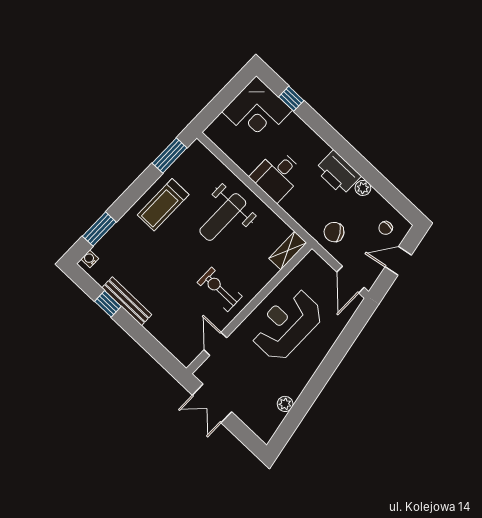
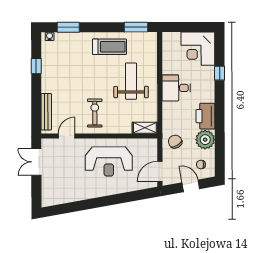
window: (291, 99) -> (220, 73), moved
plant: (363, 188) -> (205, 140), width x1.87, depth x1.87
treadmill: (163, 205) -> (109, 47), turned 180
weight bench: (223, 217) -> (131, 81), turned 90
bench: (127, 301) -> (46, 112), moved
reception desk: (287, 325) -> (109, 161), turned 180
plant: (285, 404) -> (70, 197), removed

